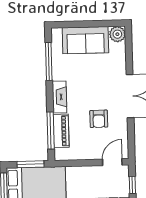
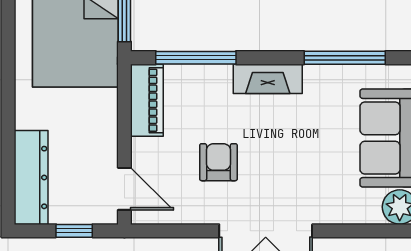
armchair: (99, 119) -> (218, 162), turned 90
piano: (61, 131) -> (147, 100), moved, turned -90

